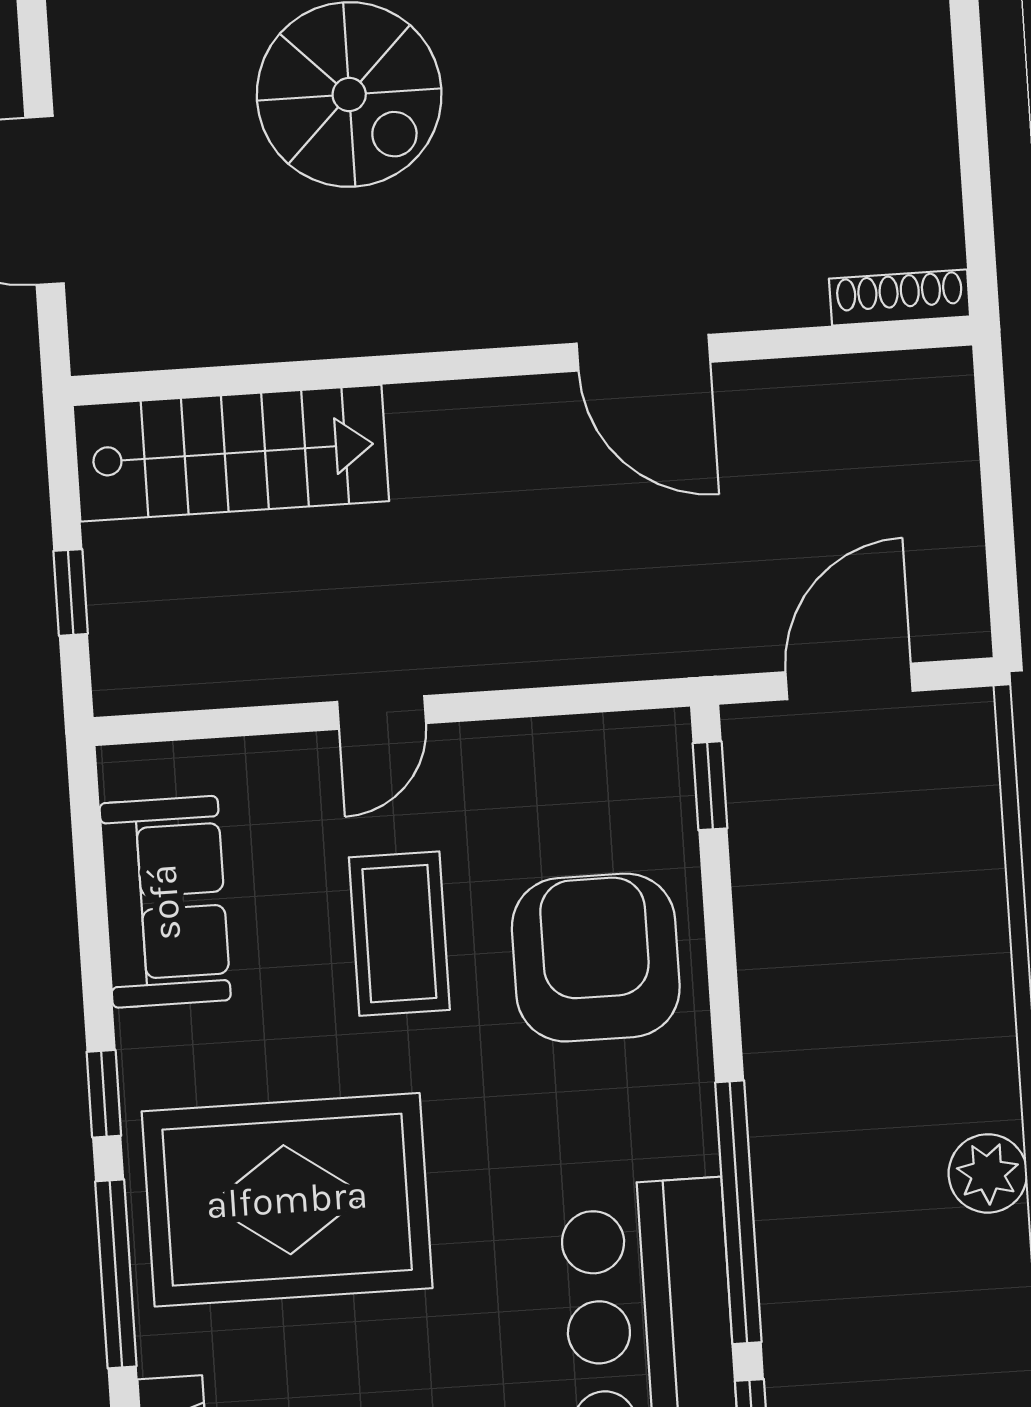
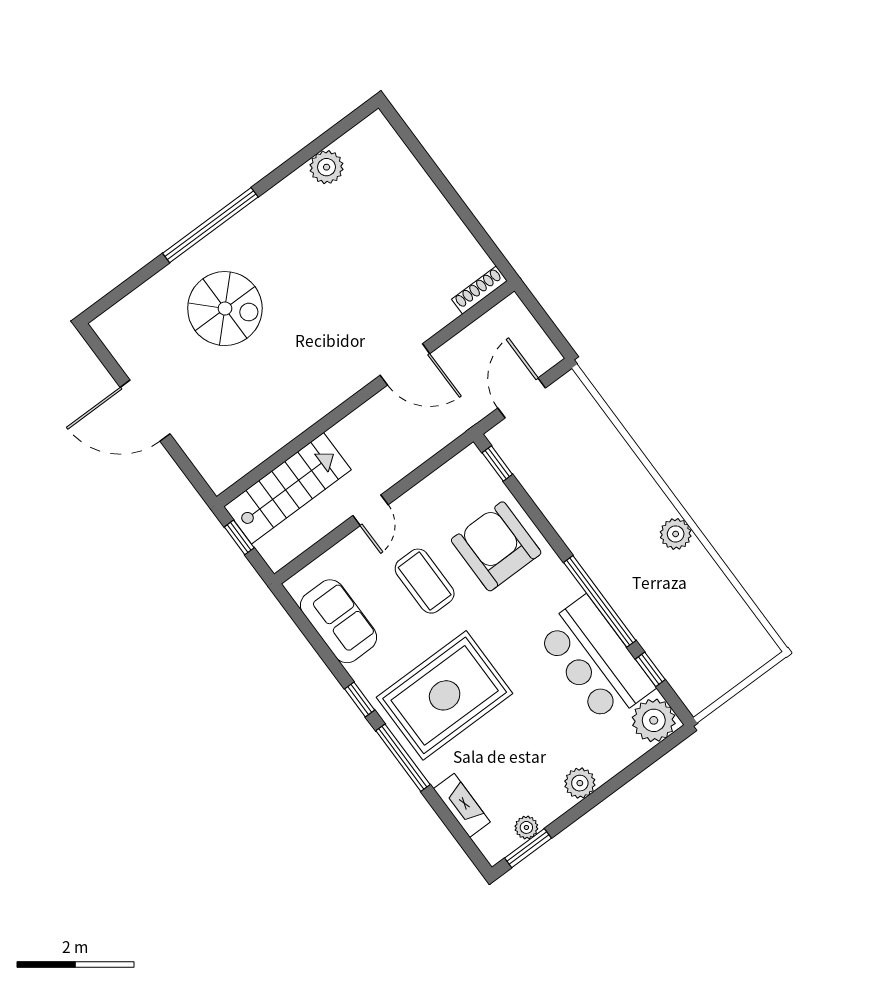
shoe rack: (900, 297) -> (479, 290), moved
door: (644, 353) -> (405, 364), moved
wall: (521, 361) -> (366, 394), moved
stairs: (231, 453) -> (287, 488), moved

